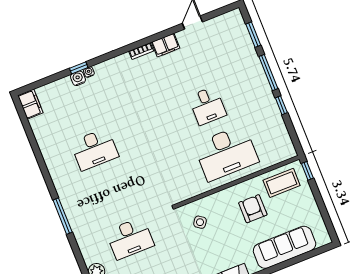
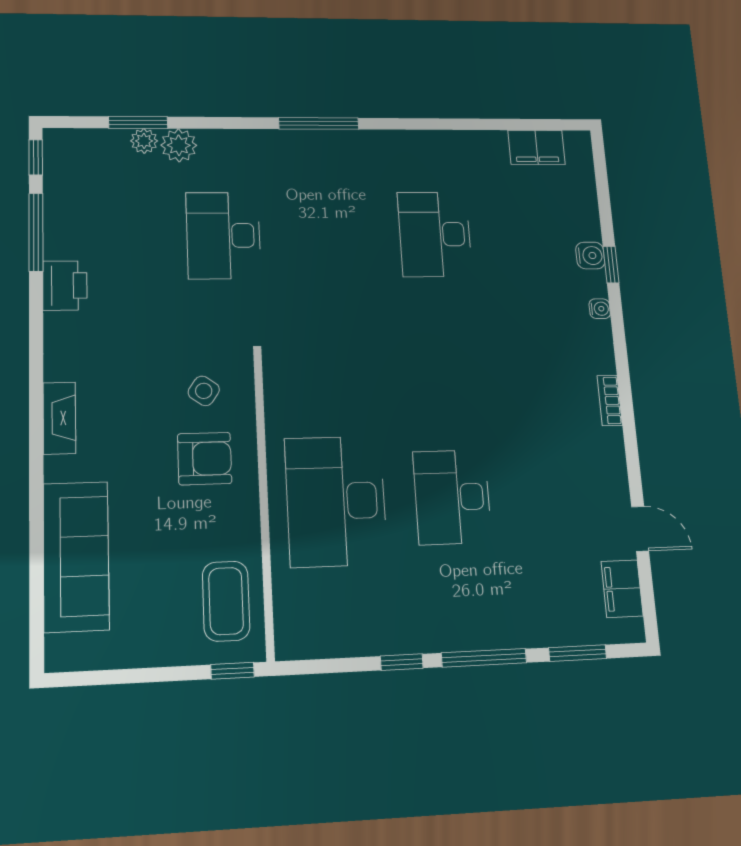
filing cabinet: (166, 45) -> (622, 589), moved
water cooler: (89, 72) -> (600, 309), moved
filing cabinet: (30, 104) -> (536, 147), moved
desk: (207, 106) -> (452, 497), width x1.37
armchair: (253, 209) -> (205, 459), moved

